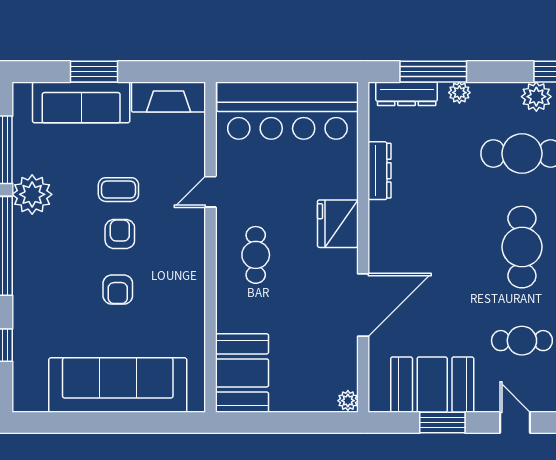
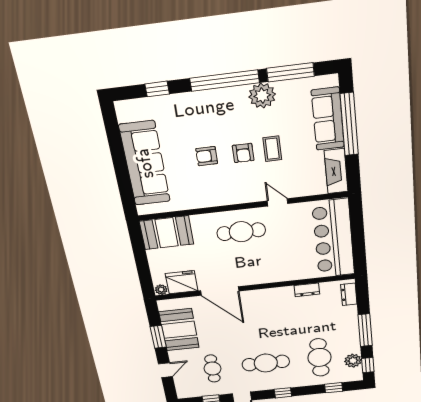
window: (94, 72) -> (349, 124), width x2.11
window: (433, 72) -> (365, 330), moved
plant: (459, 93) -> (352, 325), removed
dresser: (407, 94) -> (349, 294), width x0.70
dresser: (380, 171) -> (307, 290), width x0.70
fridge: (338, 224) -> (182, 282), moved
armchair: (120, 234) -> (243, 153), turned 90
cafe table: (256, 255) -> (241, 232), width x1.37, depth x1.35

